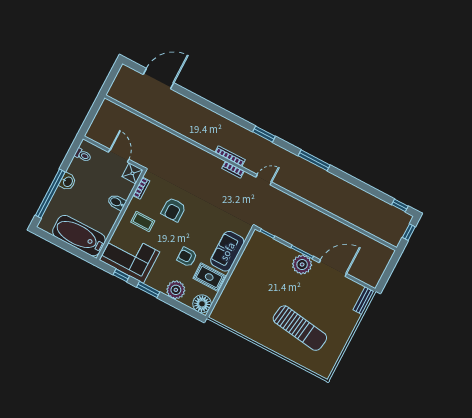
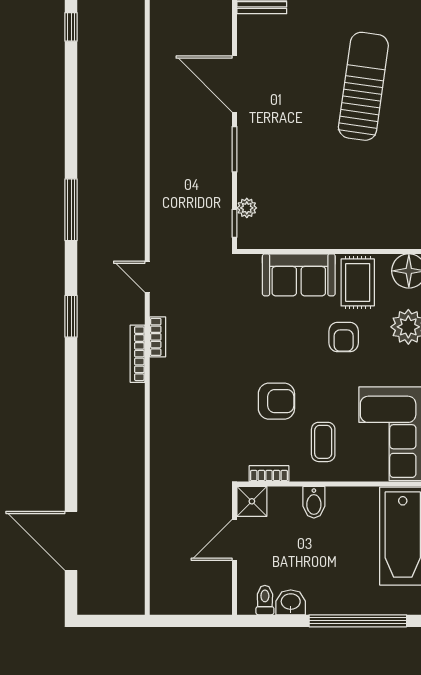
washbasin: (68, 182) -> (291, 602), moved
plant: (302, 264) -> (247, 208), moved, width x0.53, depth x0.53

